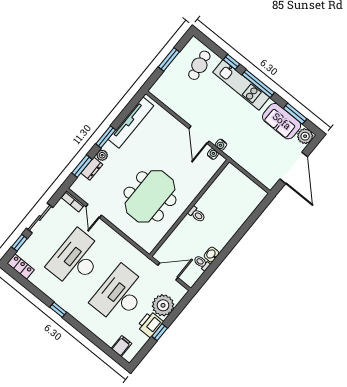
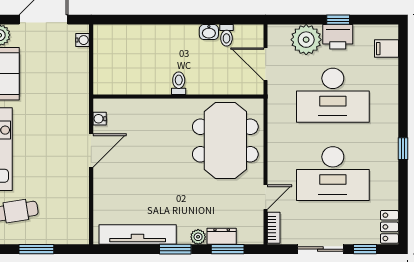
water cooler: (221, 145) -> (83, 40), moved
meeting table: (150, 196) -> (225, 141), moved, turned 90

